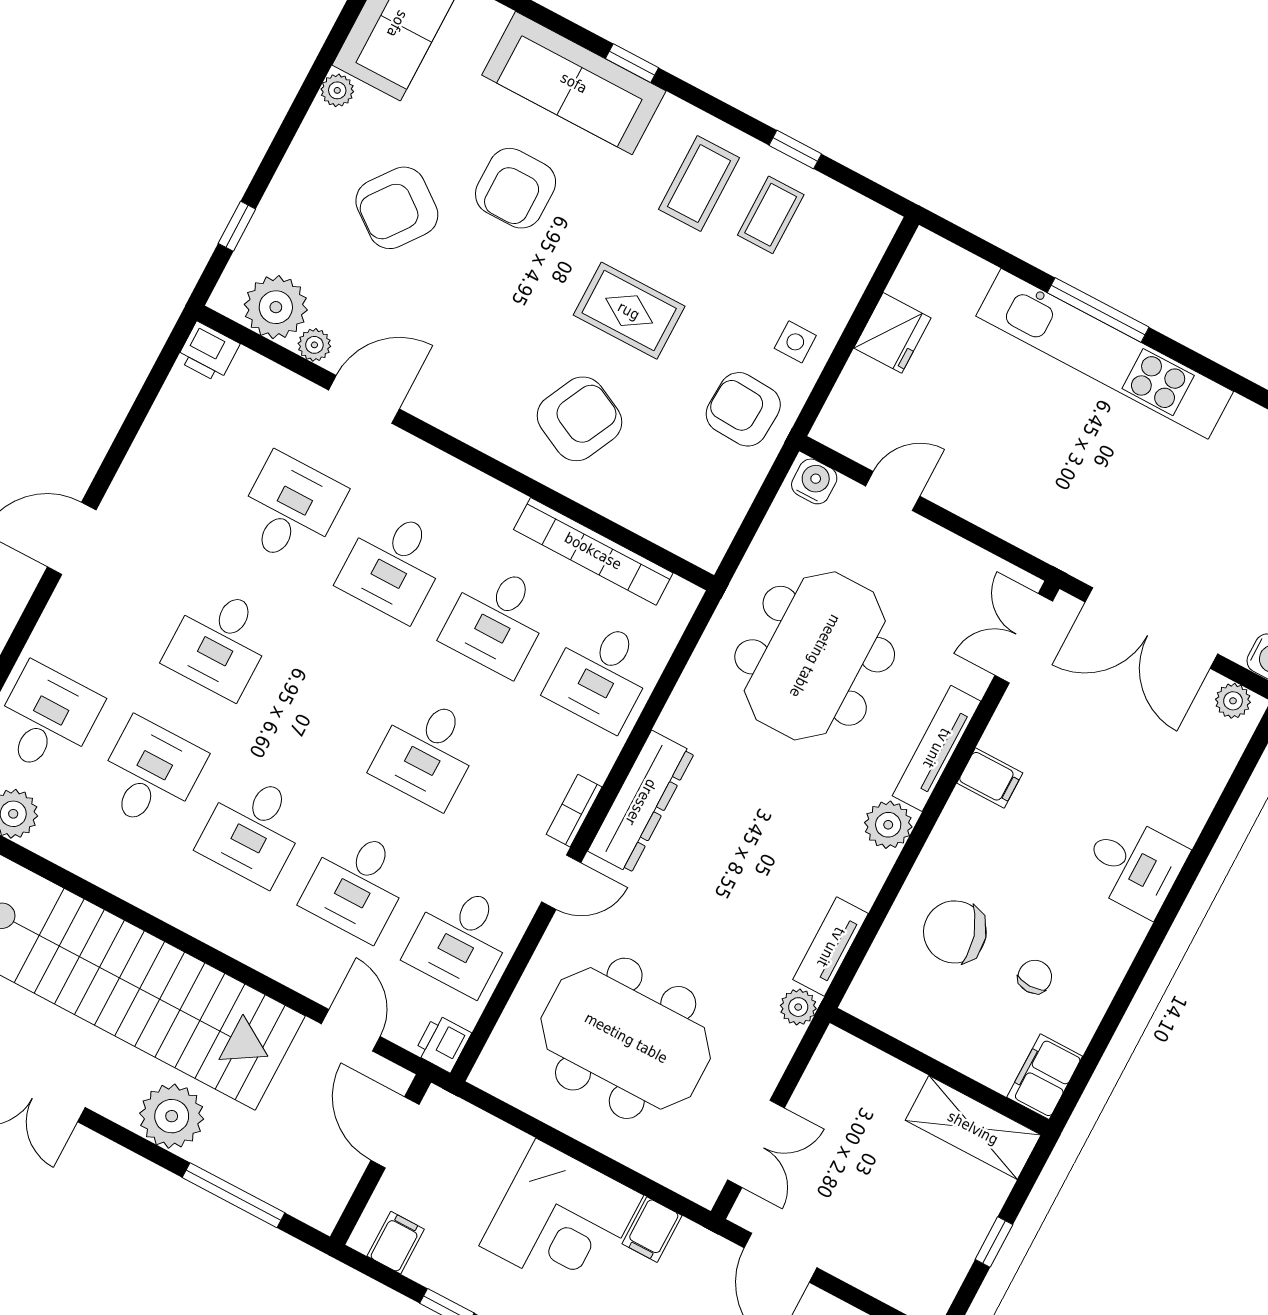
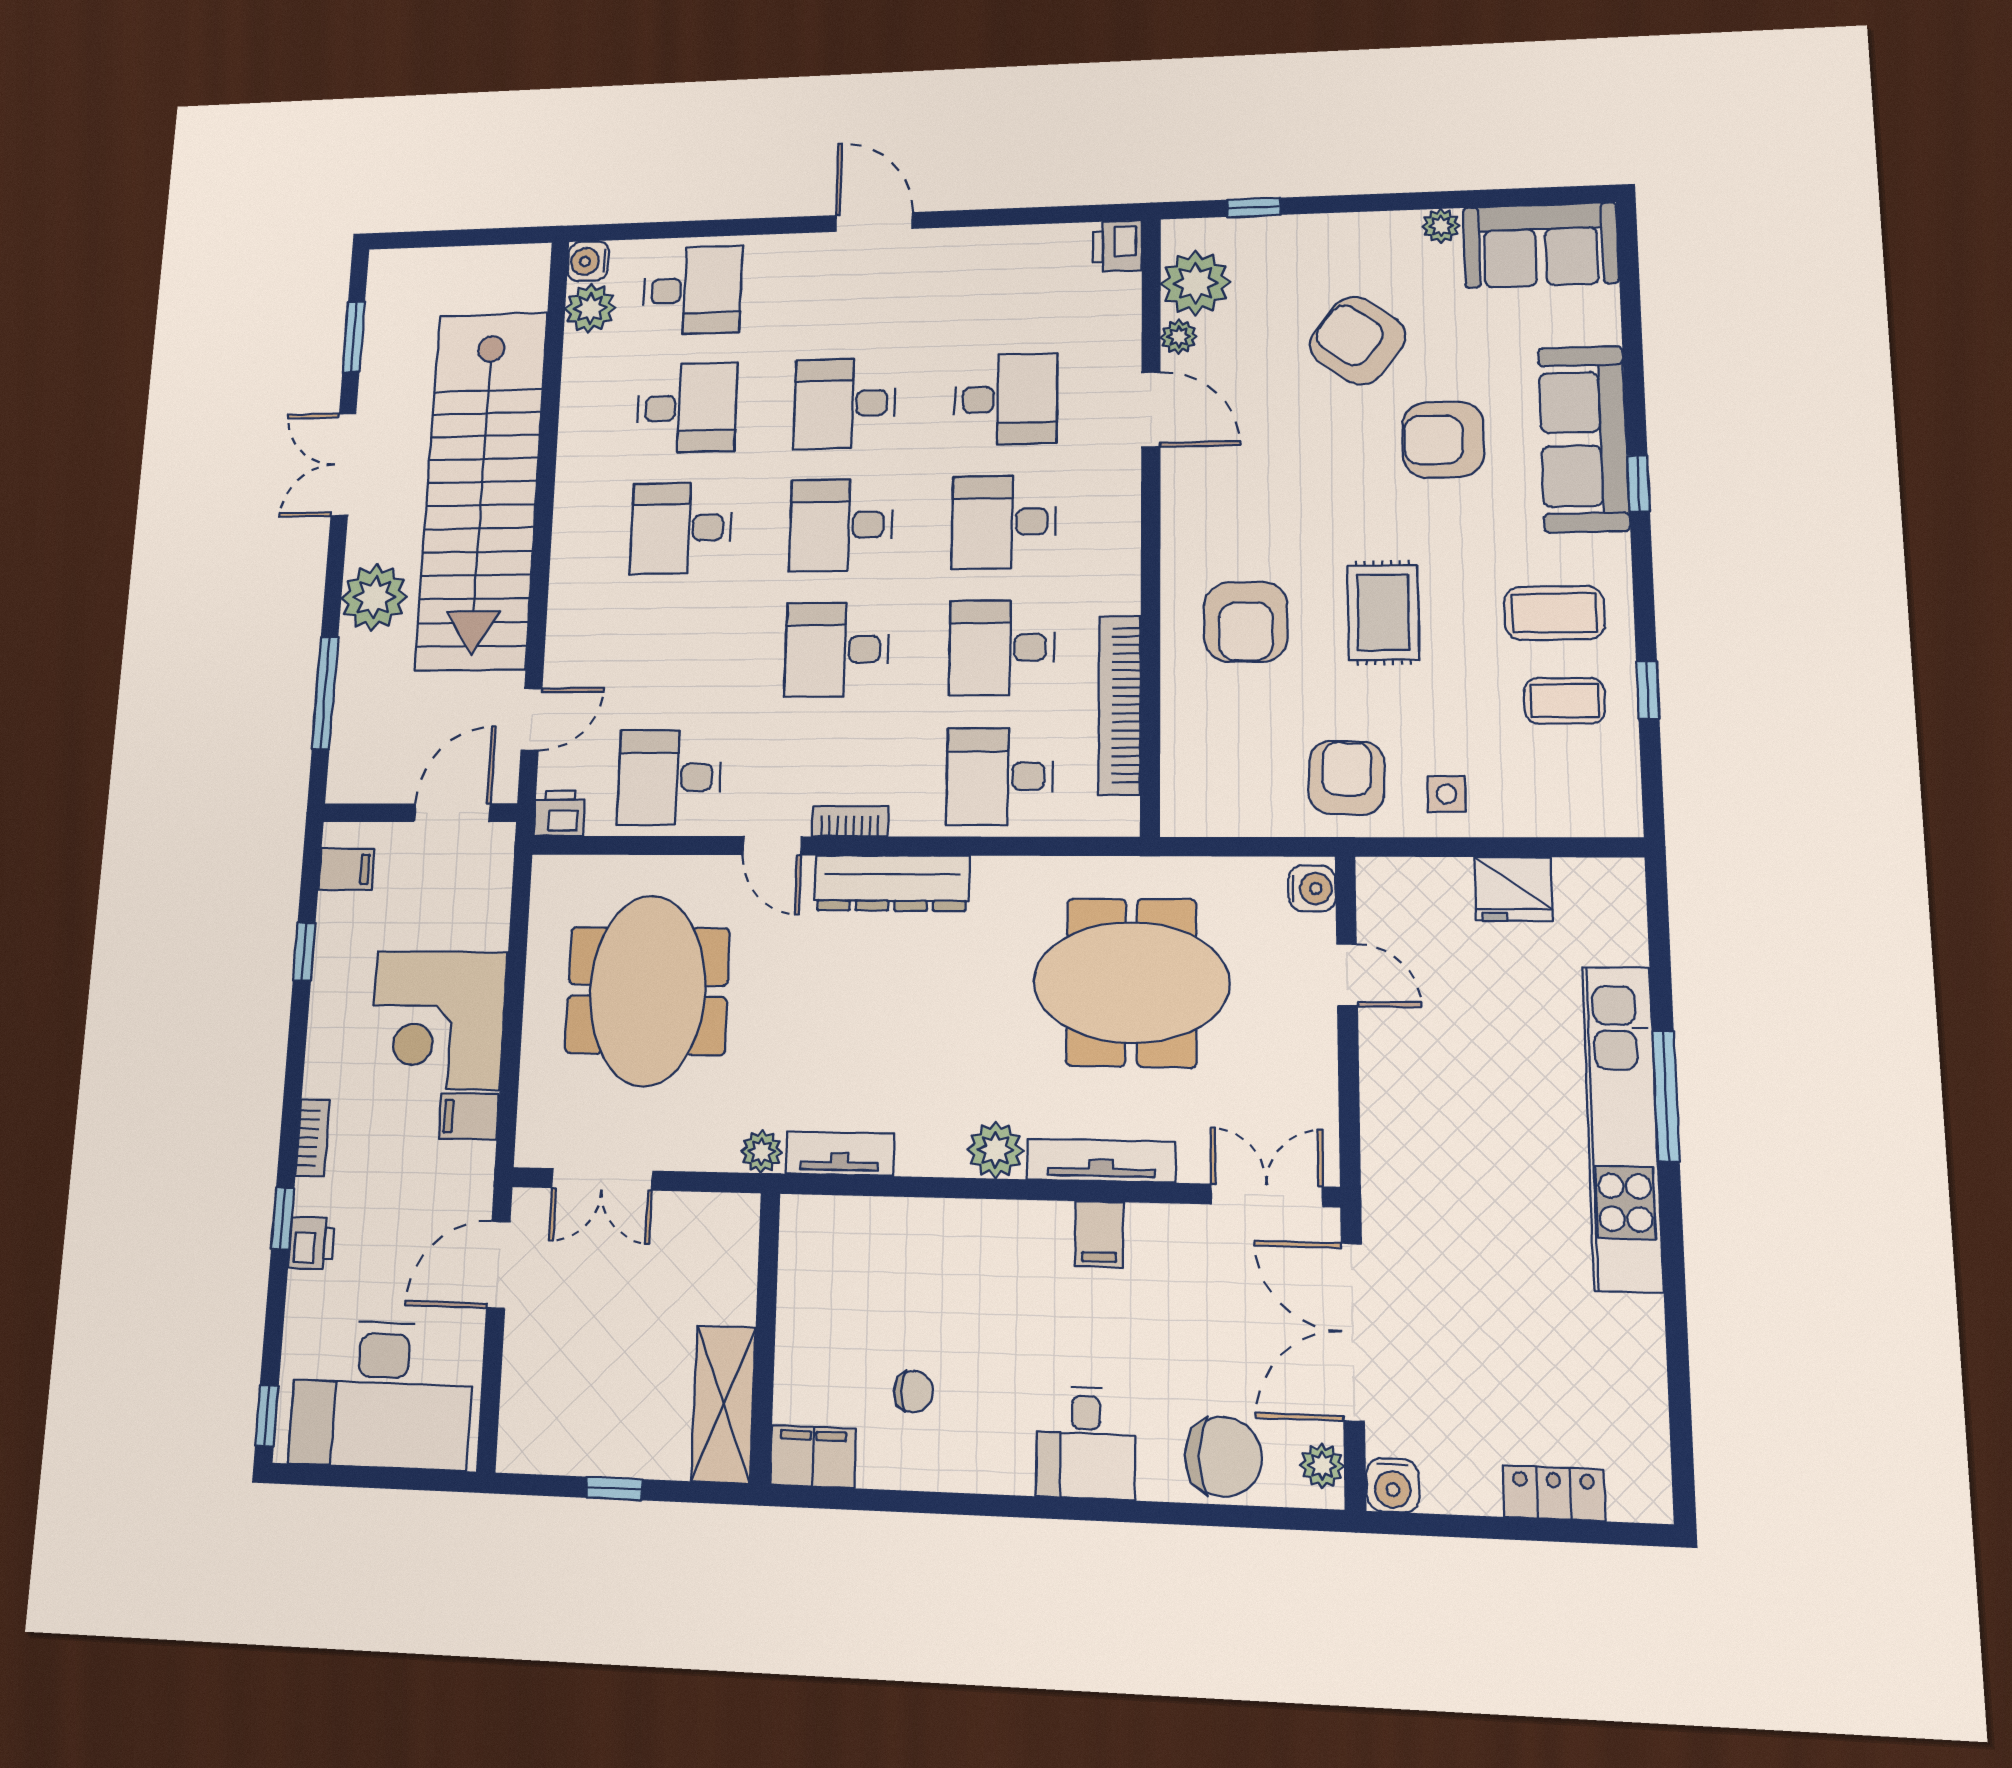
armchair: (579, 419) -> (1246, 622), turned 64
desk: (357, 884) -> (841, 525), moved
chair: (955, 932) -> (1223, 1457), moved, turned 107

